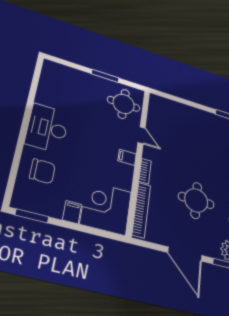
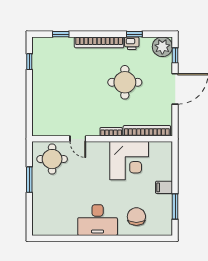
door: (142, 135) -> (78, 139), swing flipped
filing cabinet: (127, 157) -> (103, 149), removed
corner desk: (106, 208) -> (129, 161), moved, turned -90
window: (32, 216) -> (175, 207), moved

